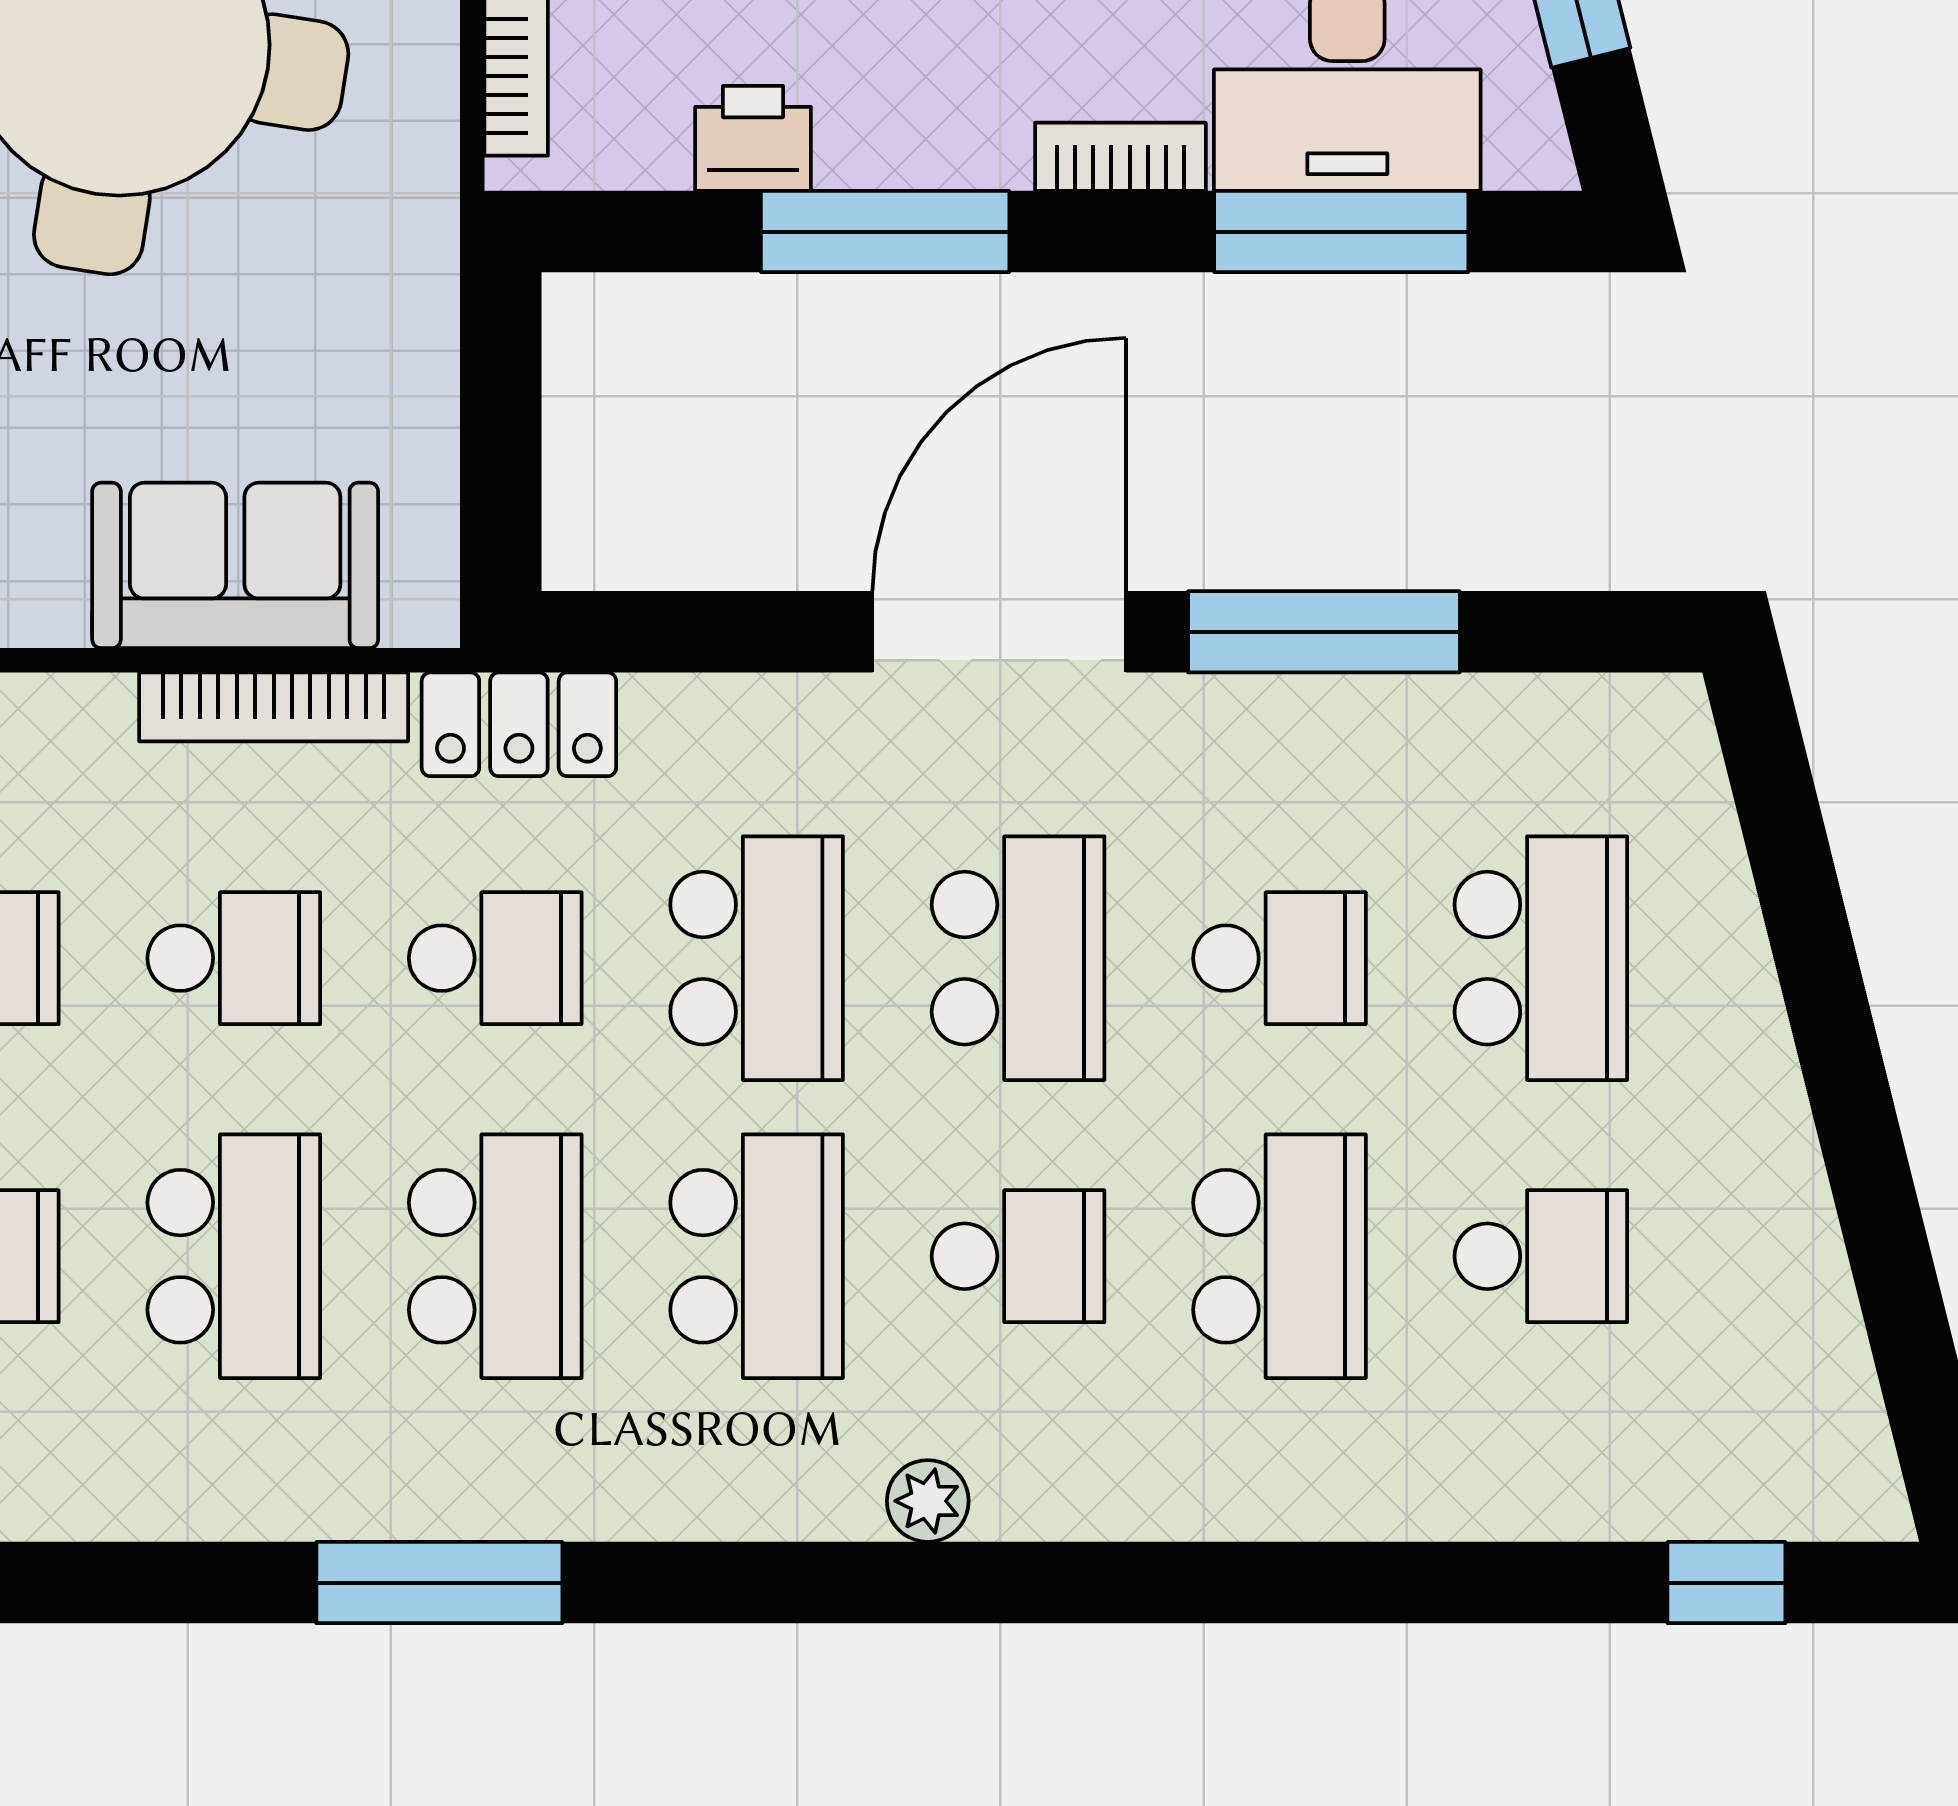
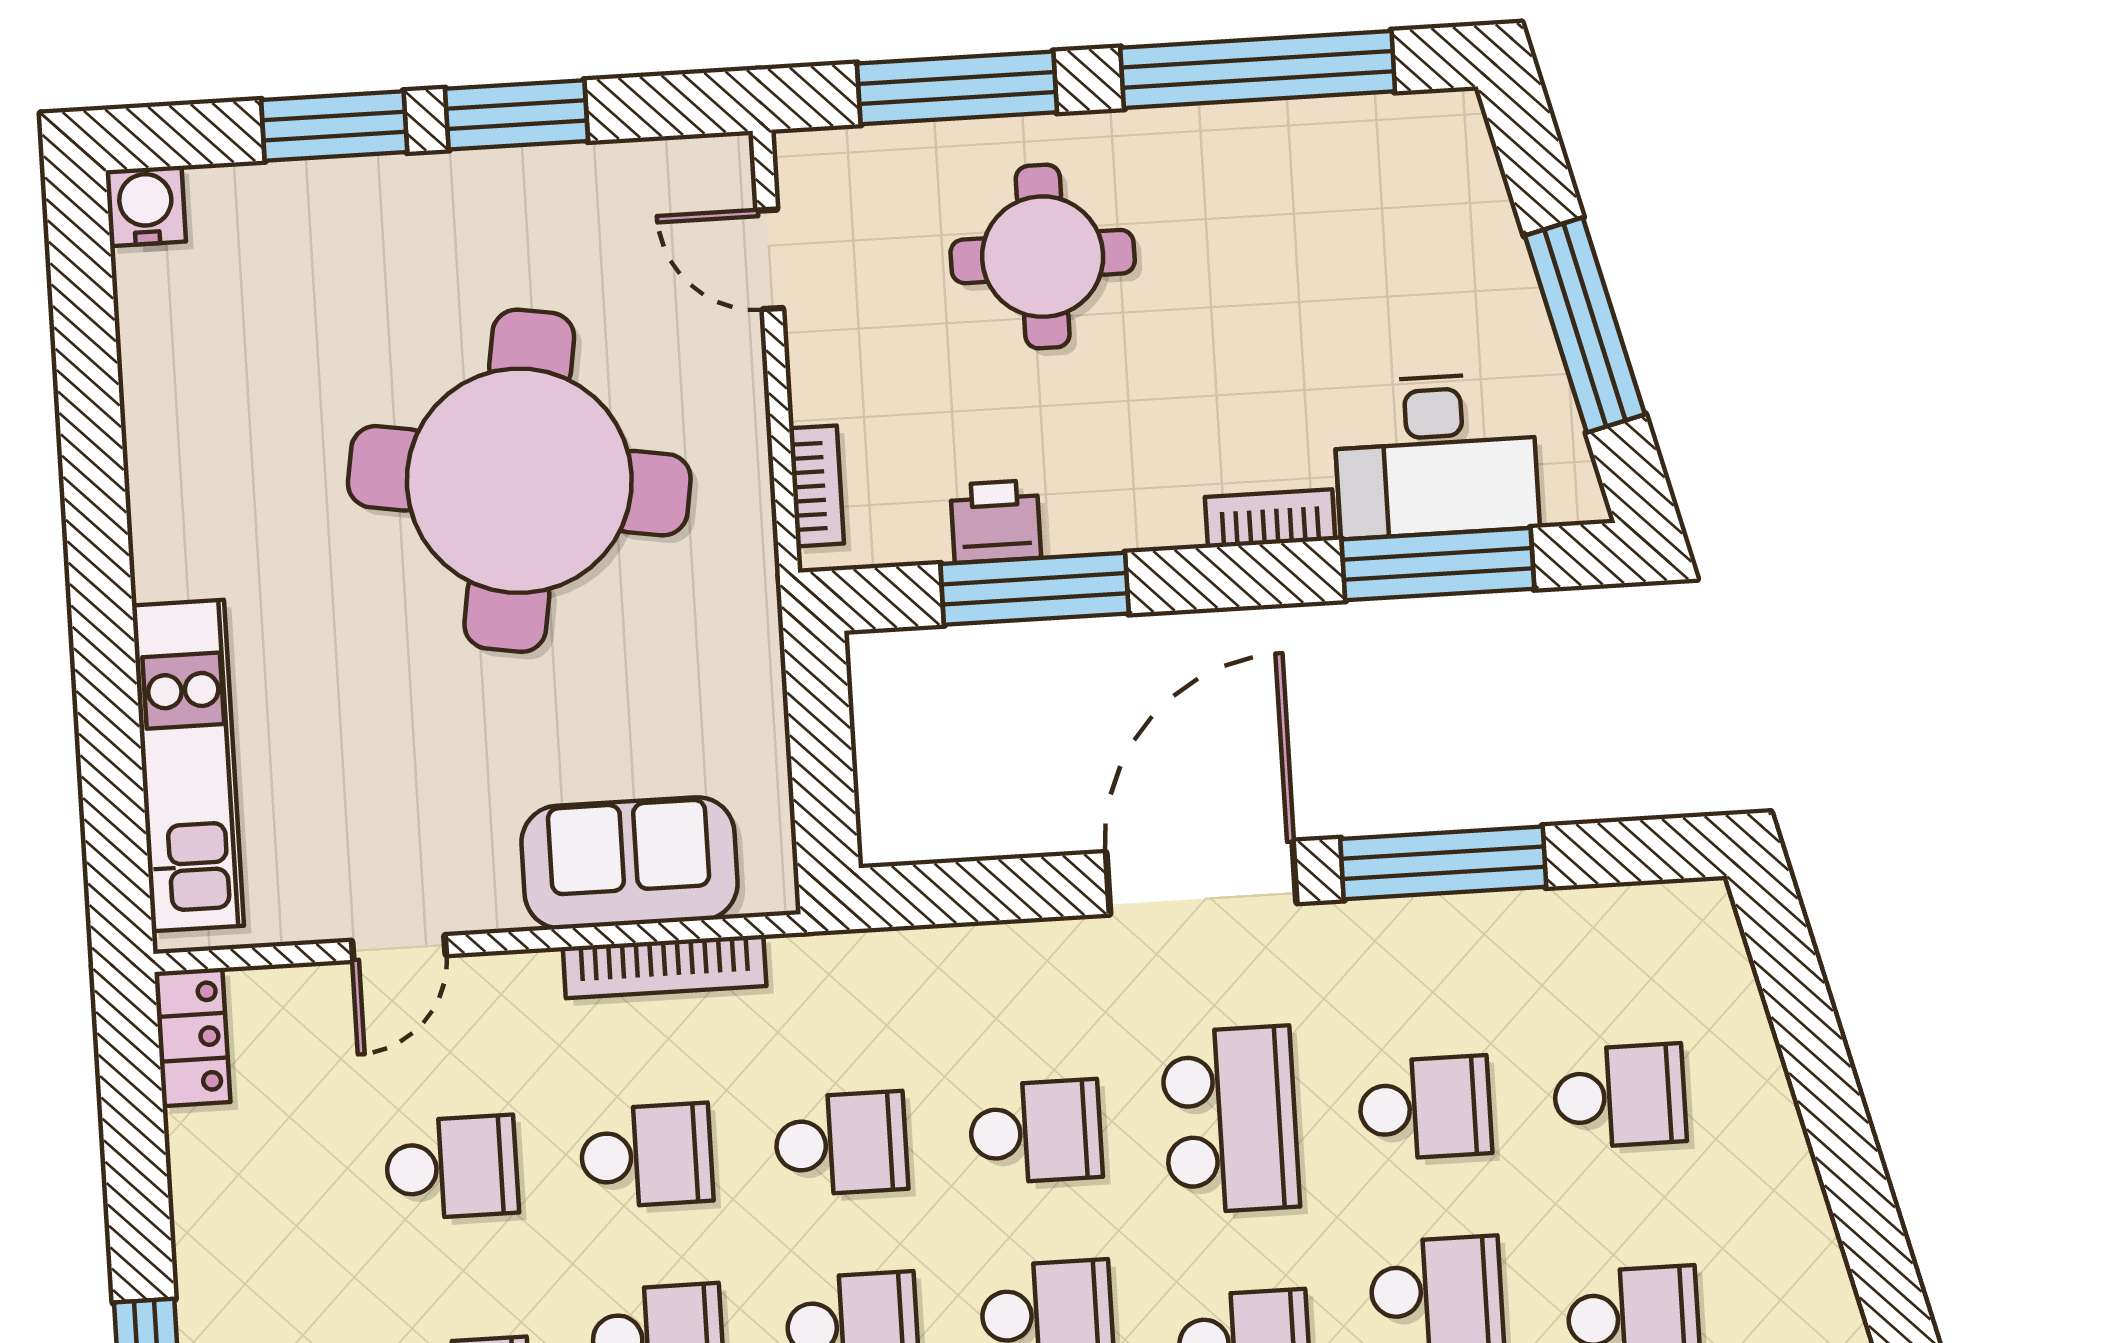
window: (885, 232) -> (1035, 589), moved
locker: (519, 724) -> (848, 968), removed
school desk: (757, 958) -> (1036, 1132), width x0.54
school desk: (1541, 958) -> (1620, 1096), width x0.54

